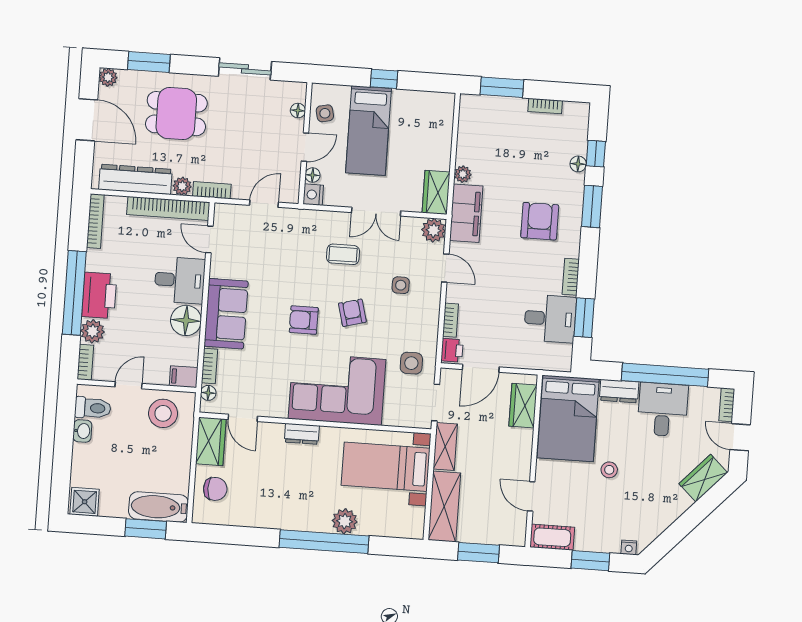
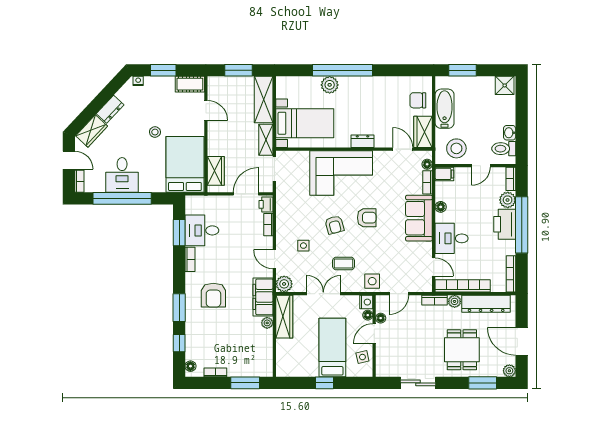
floor lamp: (298, 110) -> (381, 318), moved
dining table: (176, 114) -> (462, 350), turned 90
floor lamp: (578, 164) -> (190, 366), moved
wardrobe: (436, 192) -> (284, 317), width x1.50
floor lamp: (186, 320) -> (441, 207), width x0.53, depth x0.53
side table: (411, 363) -> (372, 281), moved
dresser: (619, 391) -> (110, 109), moved, turned 133
bathtub: (158, 507) -> (445, 109), moved, turned -90

